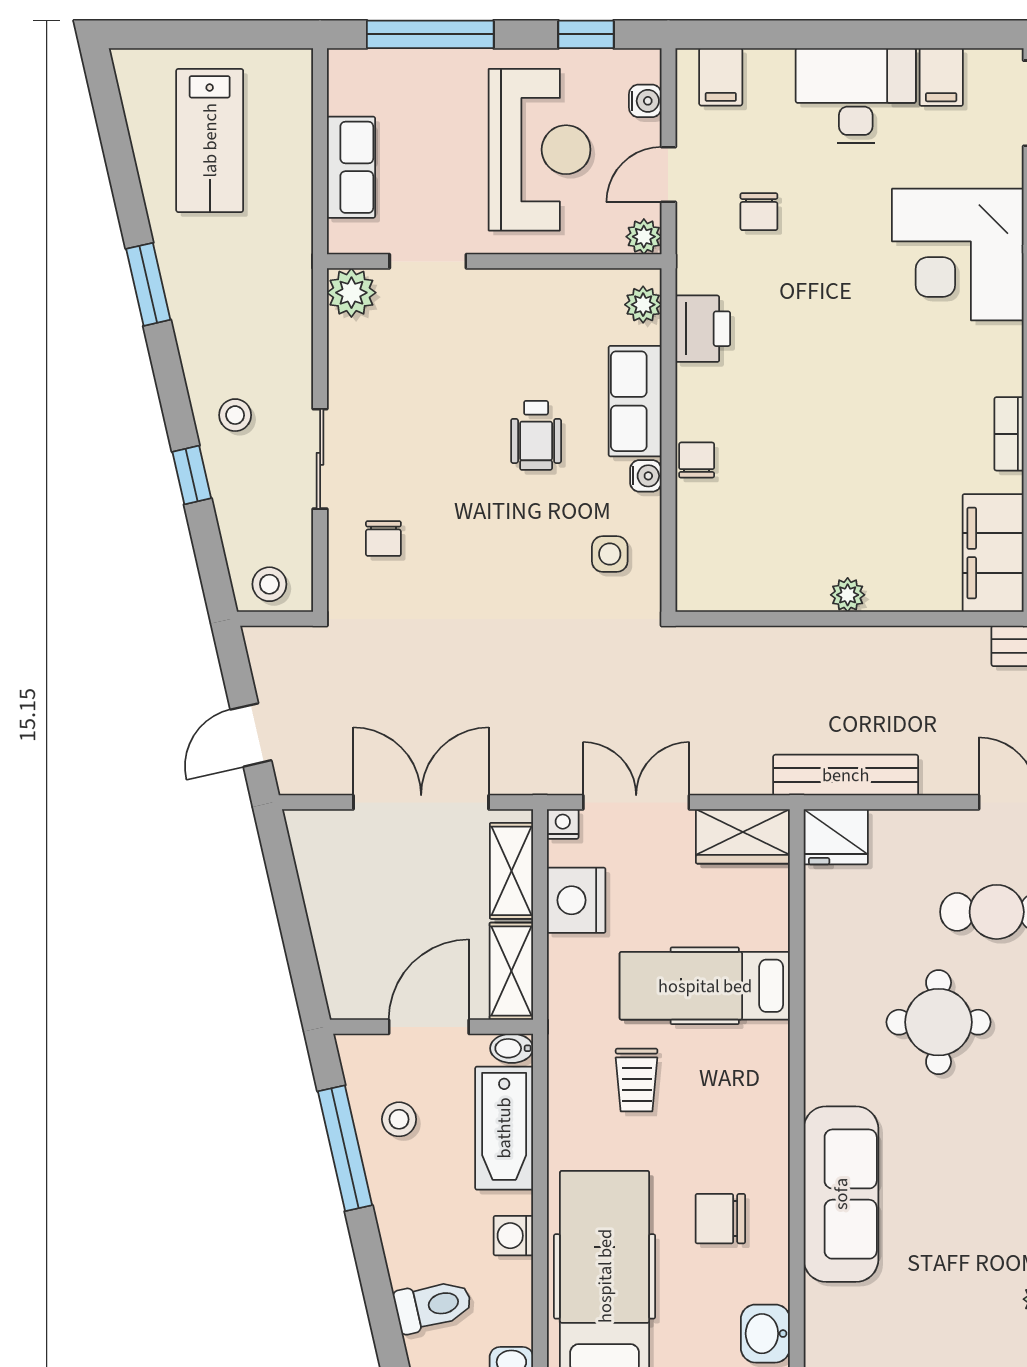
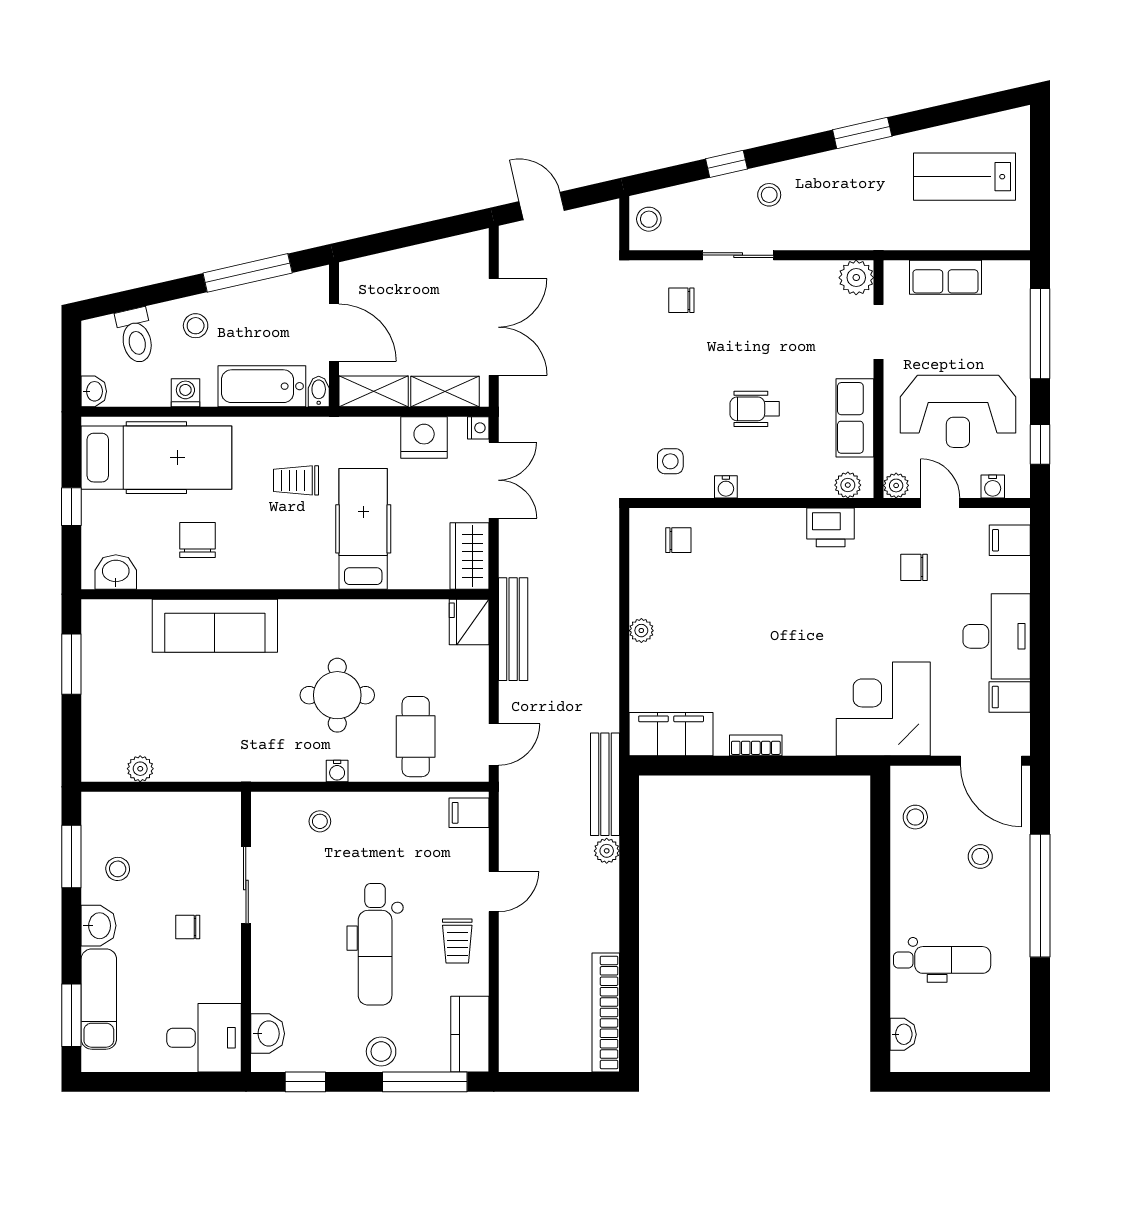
row of seats: (635, 401) -> (855, 418), moved, turned -90
chair: (697, 460) -> (678, 540), moved
stool: (399, 1119) -> (196, 326), moved

